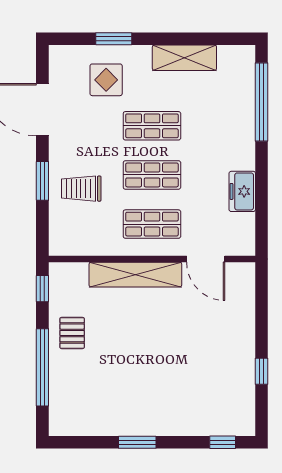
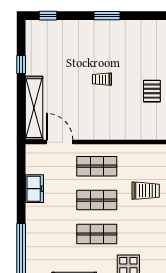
shelving: (135, 275) -> (34, 108), moved, turned 90
trolley: (144, 350) -> (102, 79), added

